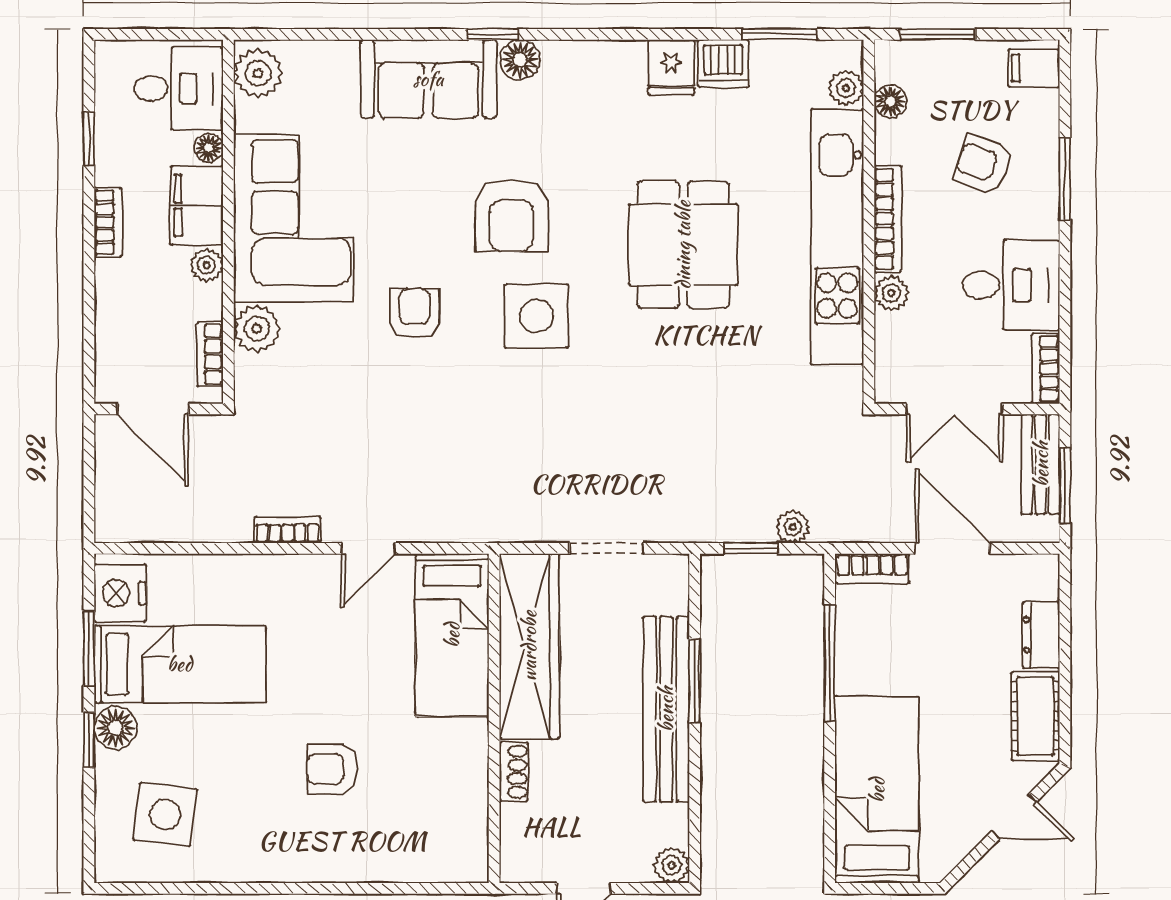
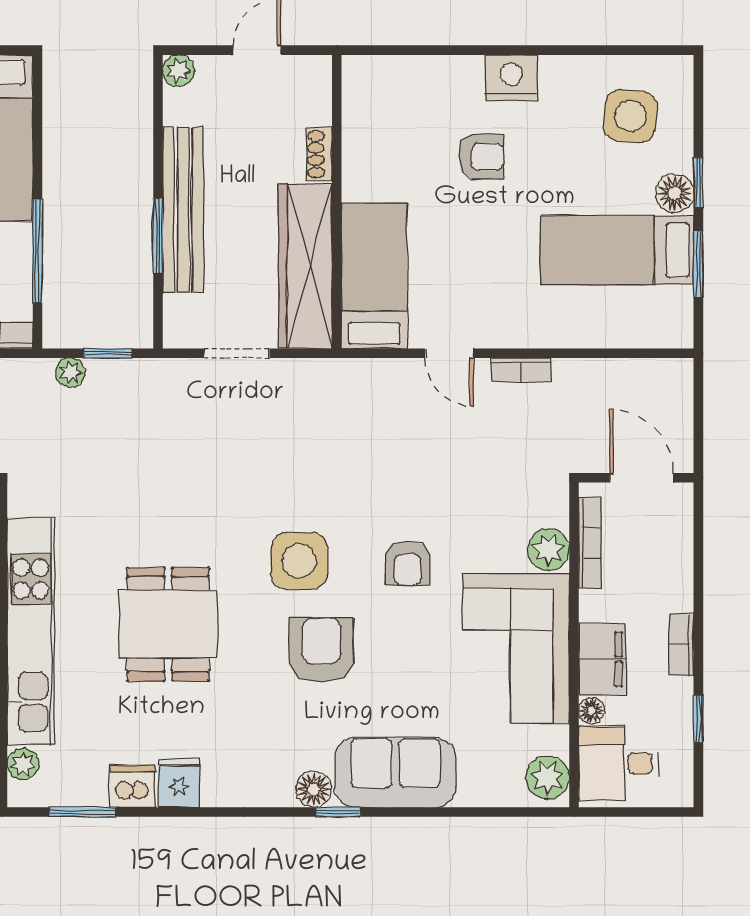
plant: (207, 265) -> (593, 606), removed
bookcase: (210, 354) -> (590, 543), width x1.56
door: (368, 548) -> (449, 353), swing flipped
nightstand: (120, 593) -> (511, 78), moved, turned -90

